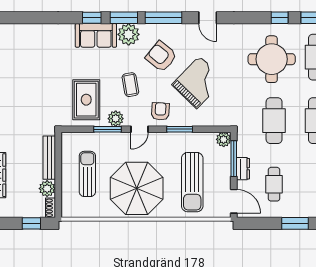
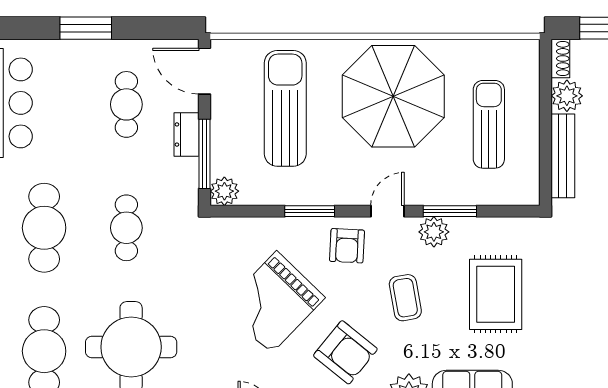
rug: (86, 100) -> (496, 294), moved
cafe table: (274, 121) -> (126, 228), width x0.73, depth x0.74
sun lounger: (87, 174) -> (489, 124), turned 180

